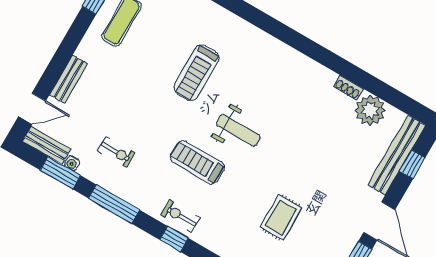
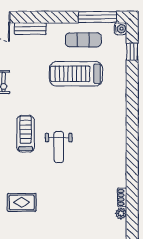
treadmill: (196, 73) -> (76, 74), moved, width x1.37, depth x1.38
plant: (370, 110) -> (121, 213), width x0.53, depth x0.53

